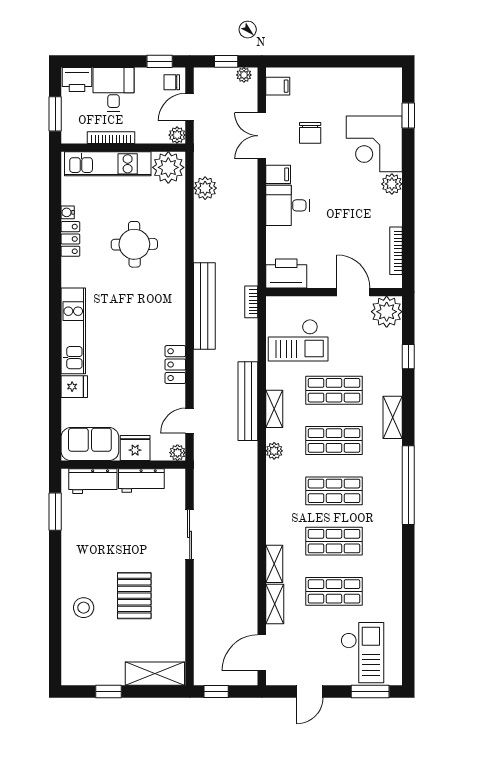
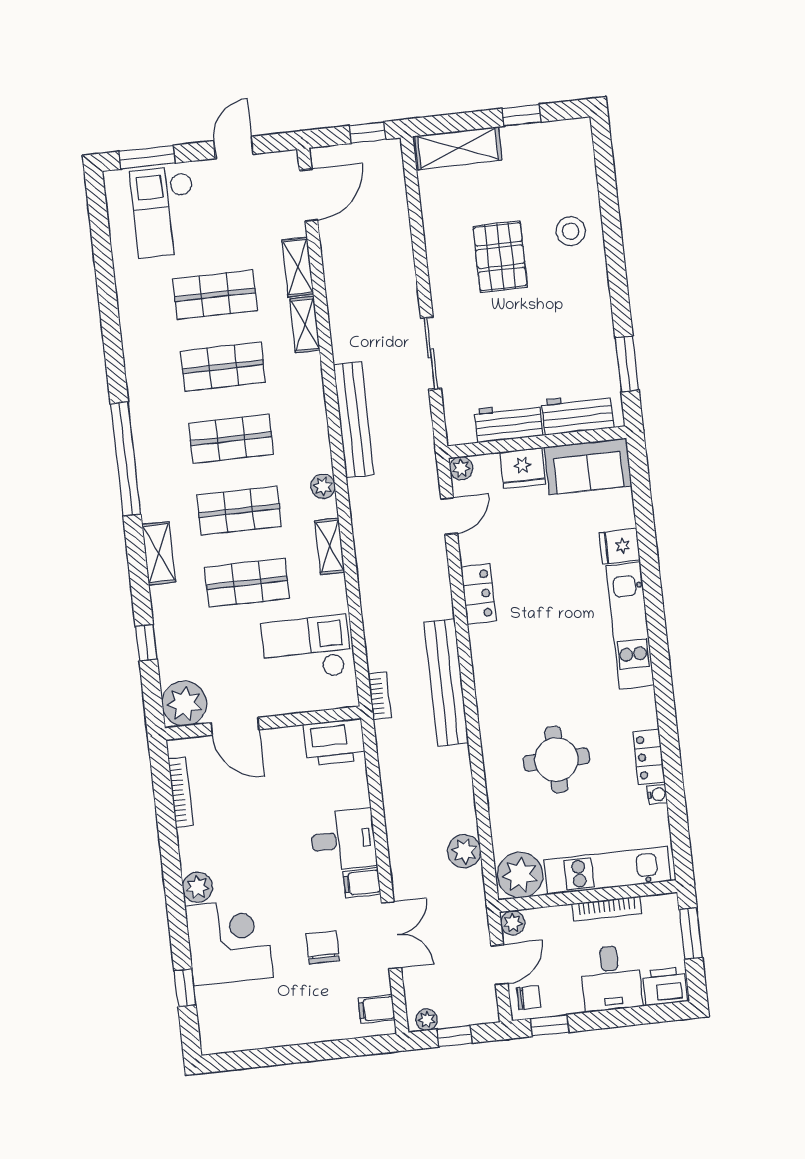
bench: (248, 401) -> (354, 420), moved

